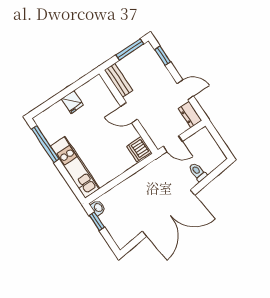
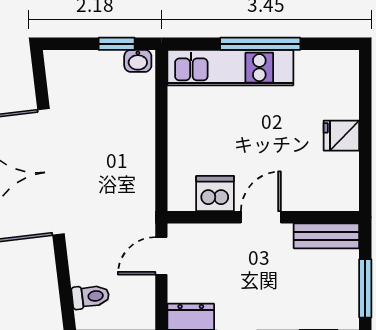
window: (45, 144) -> (260, 44), moved
dishwasher: (139, 149) -> (215, 194), moved
toilet: (198, 172) -> (90, 297), moved

